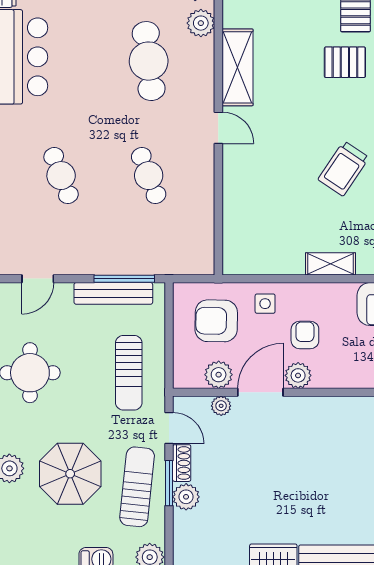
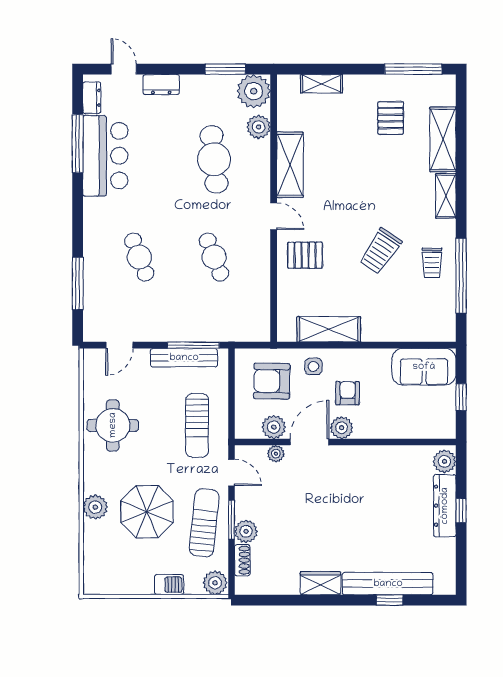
pallet: (345, 62) -> (305, 255), moved
shelving: (330, 264) -> (329, 329), moved, width x1.50, depth x1.33
shoe rack: (182, 463) -> (242, 560), moved

